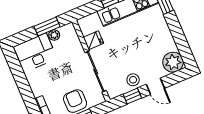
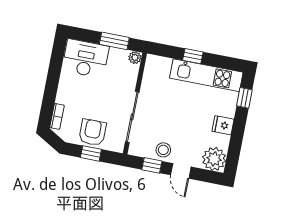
plant: (54, 35) -> (135, 58), moved
fridge: (93, 40) -> (223, 125), moved, turned 180

